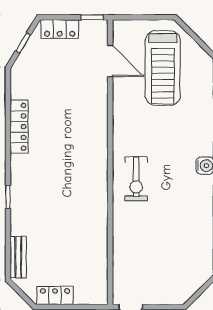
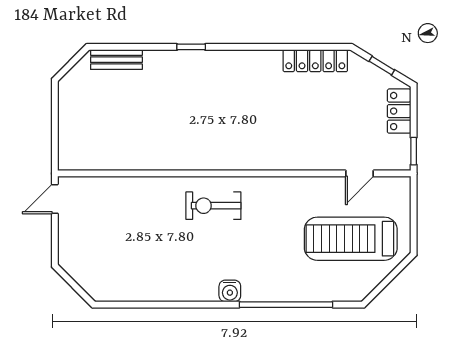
door: (110, 61) -> (360, 173), width x0.73
locker: (19, 127) -> (315, 61), moved
locker: (55, 296) -> (69, 105), removed

